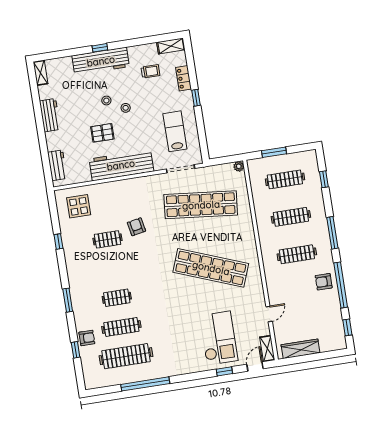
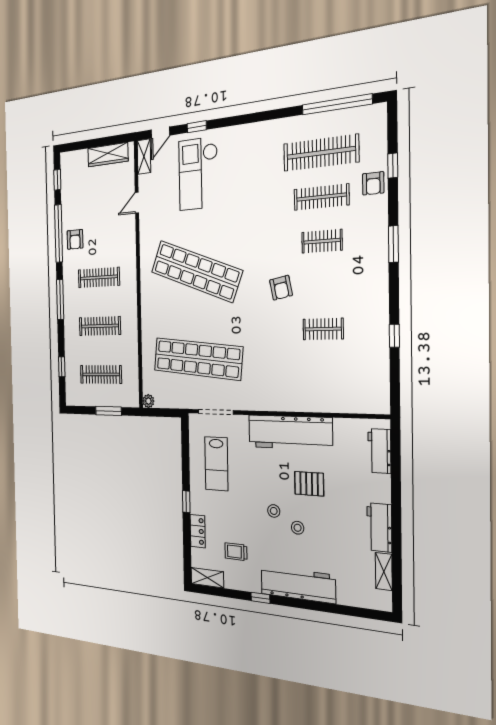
window: (100, 48) -> (260, 598), moved
shelving: (41, 73) -> (384, 572), moved
display table: (79, 206) -> (357, 384), removed
armchair: (136, 227) -> (281, 288), moved
armchair: (324, 282) -> (75, 239), turned 90
armchair: (87, 338) -> (373, 183), turned -90
window: (145, 384) -> (337, 104), moved

